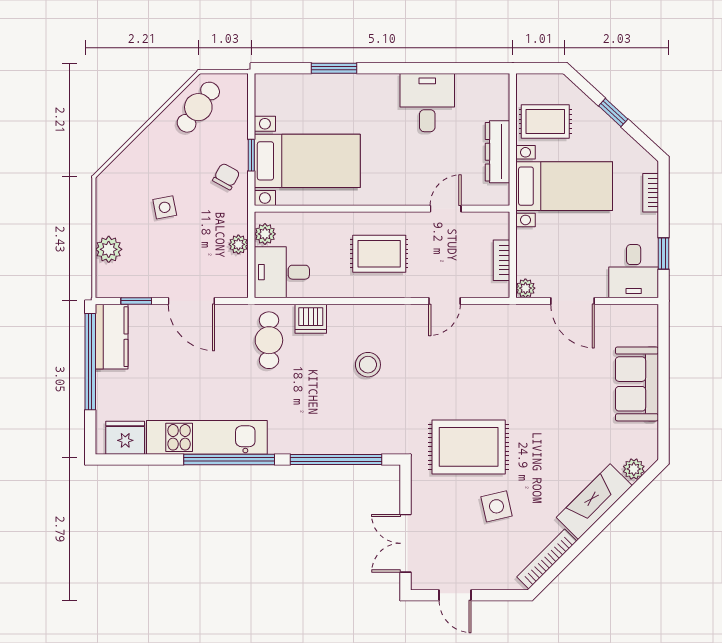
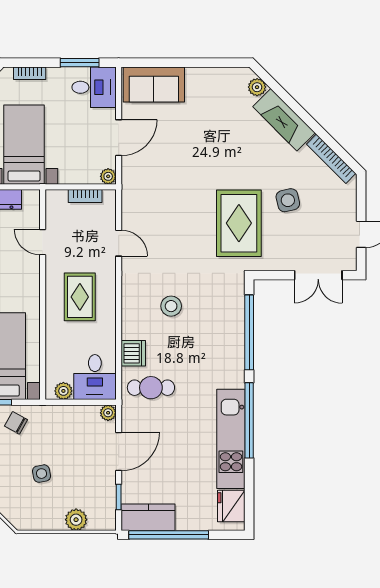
plant: (238, 244) -> (108, 413), moved
window: (664, 254) -> (80, 63), width x1.50
sofa: (637, 384) -> (154, 85), moved

